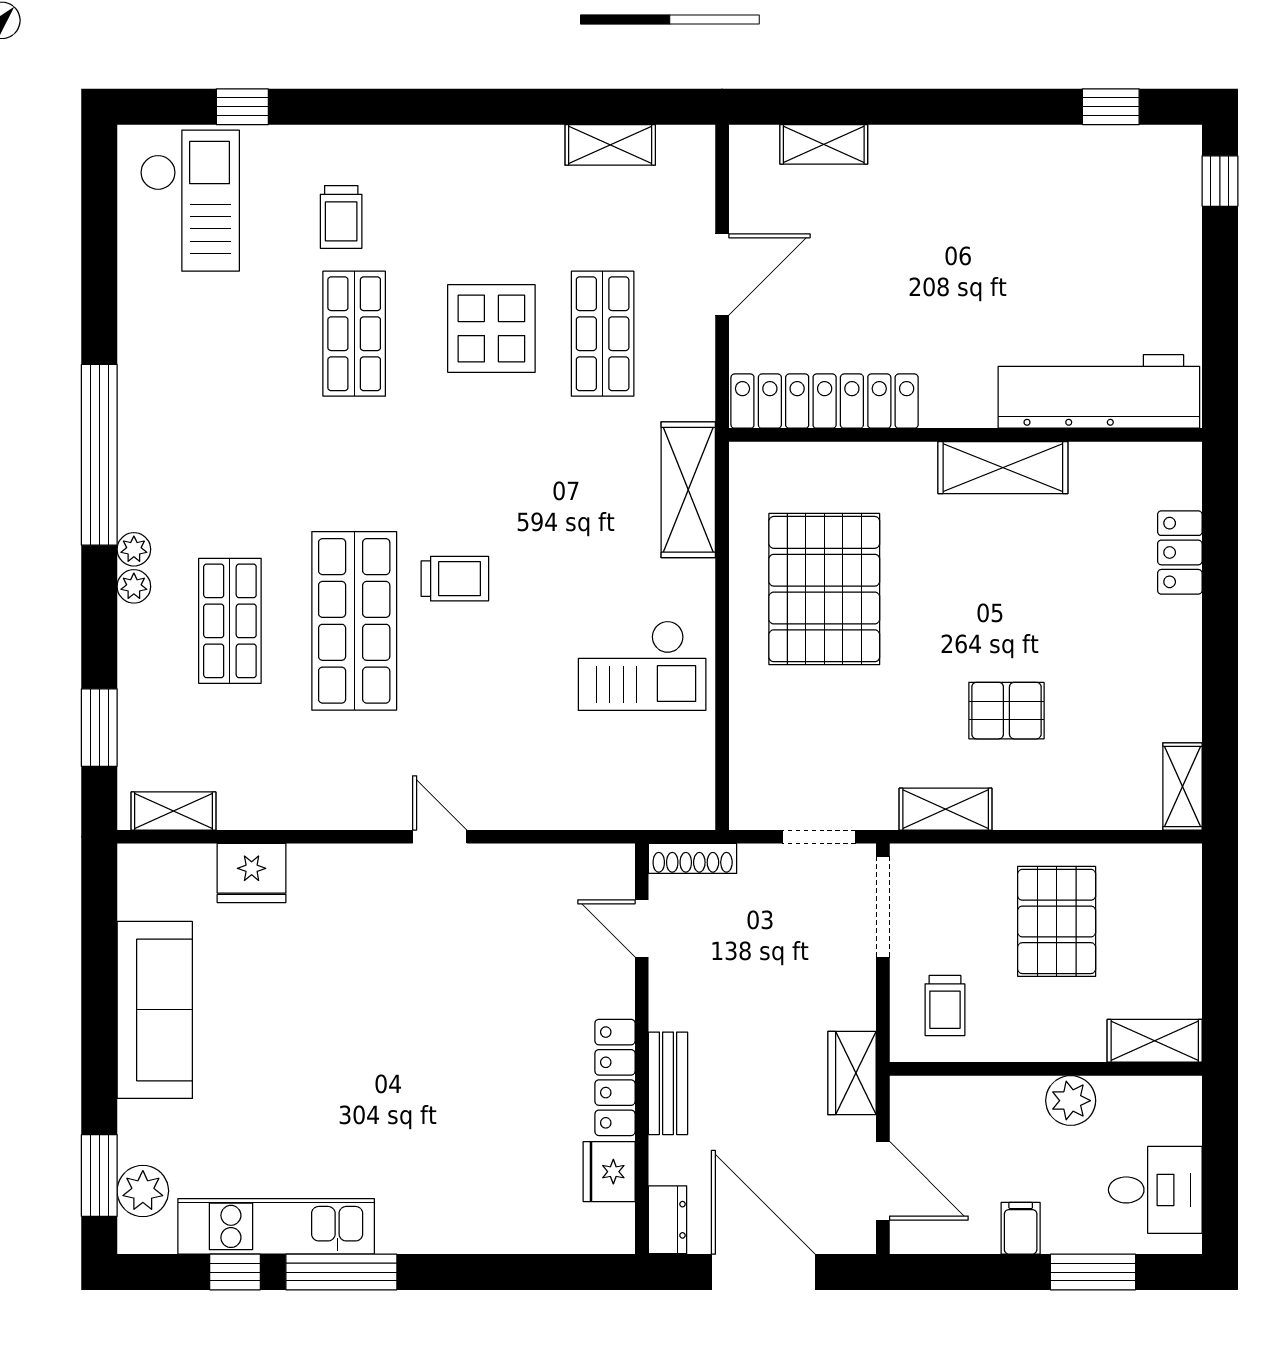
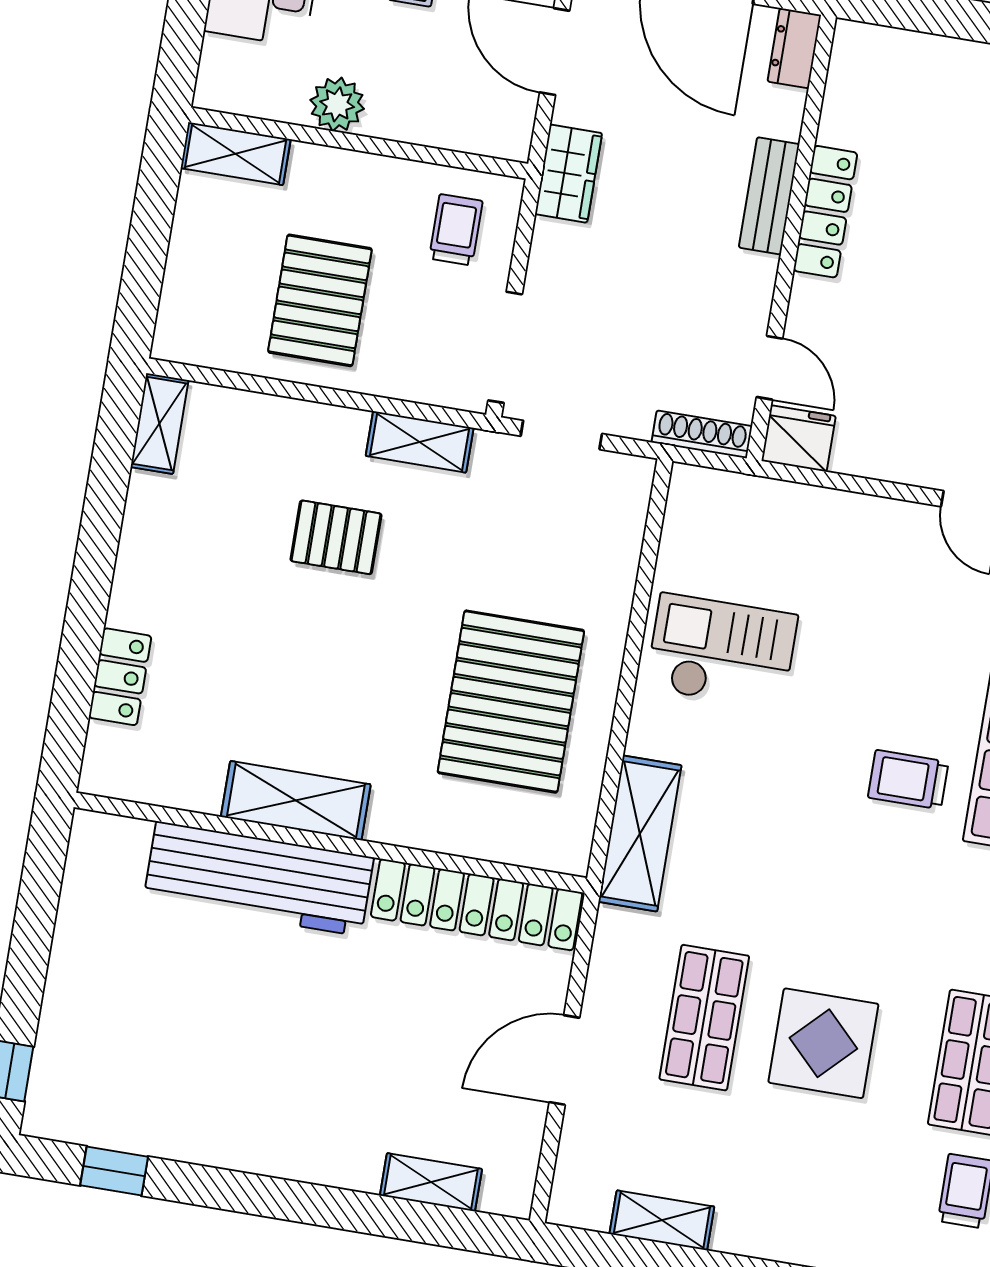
workbench: (1099, 391) -> (259, 879), moved
fridge: (609, 1172) -> (799, 438), moved, turned -90

